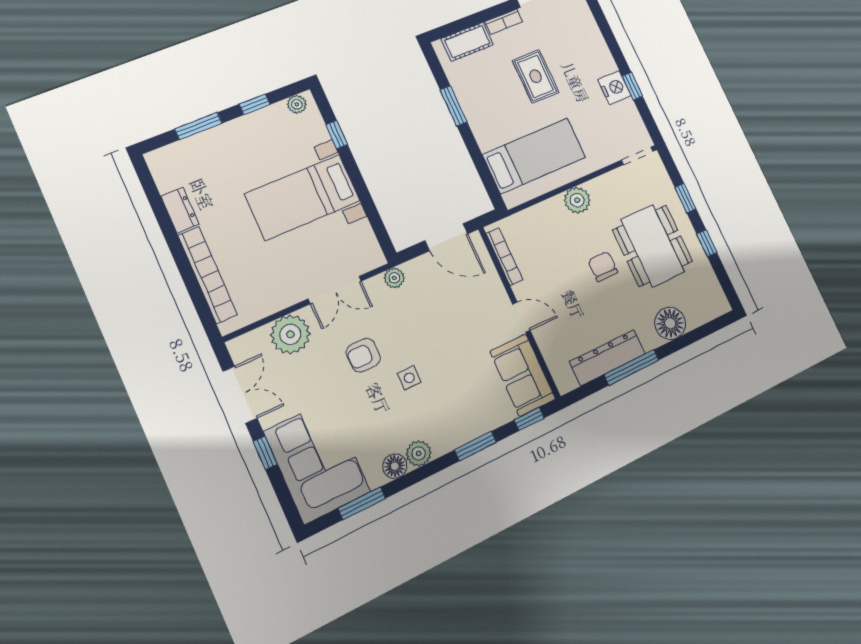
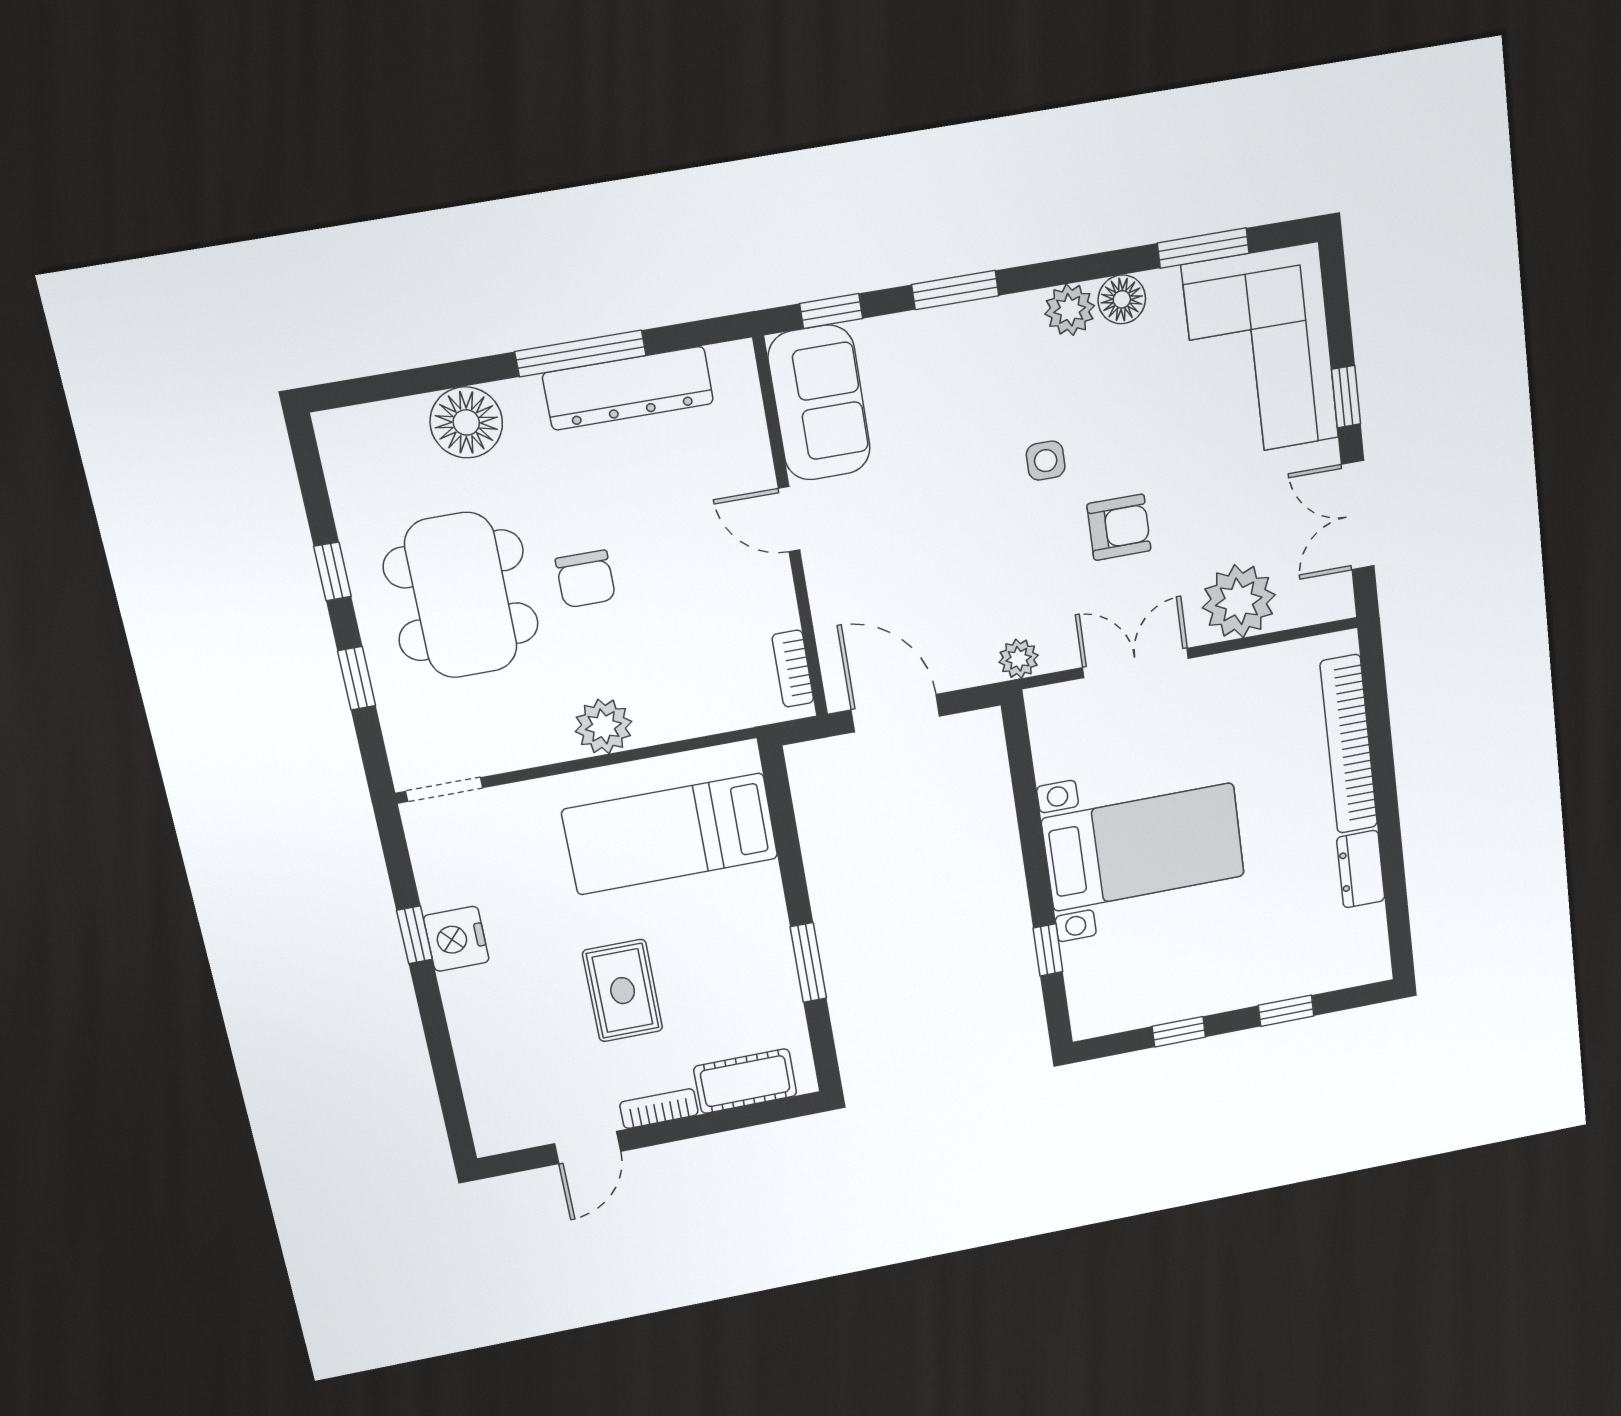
plant: (297, 104) -> (1104, 1018), removed
window: (198, 126) -> (1286, 1011), width x0.67
bookcase: (504, 257) -> (793, 669), width x0.64

